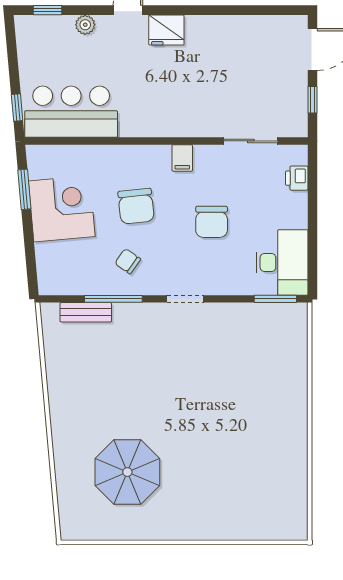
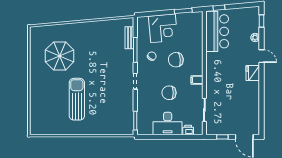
corner desk: (62, 209) -> (163, 28), moved
desk: (282, 262) -> (168, 123), moved
sun lounger: (226, 433) -> (77, 99), added

